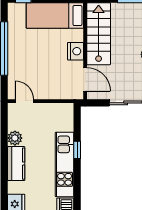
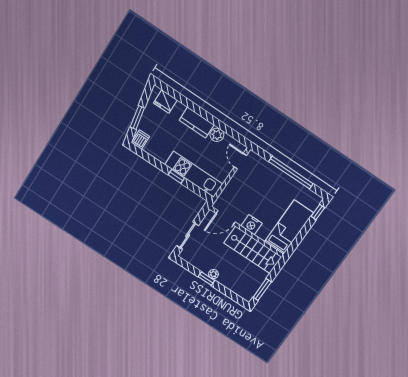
door: (24, 101) -> (240, 161), swing flipped
kitchen unit: (65, 164) -> (194, 174), moved

